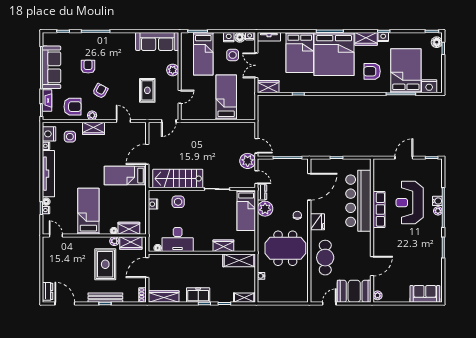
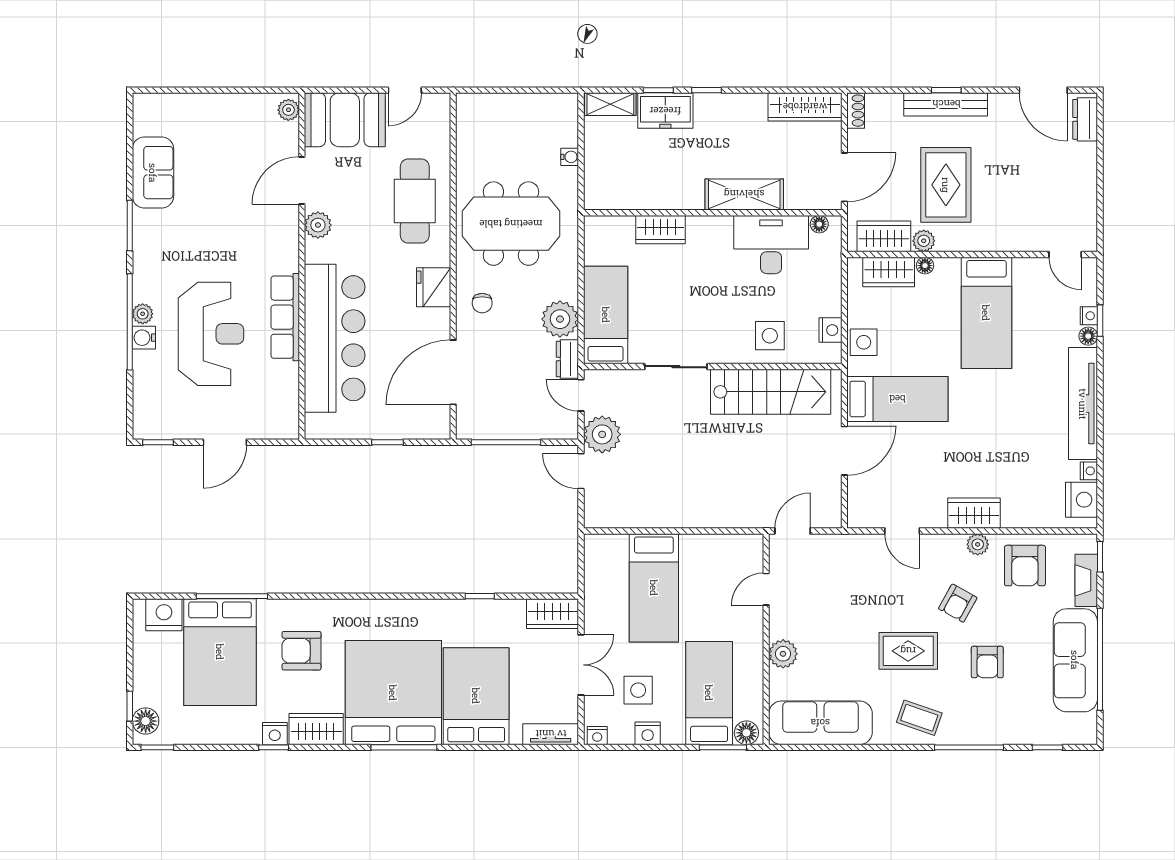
floor lamp: (240, 37) -> (746, 733), moved
coffee table: (116, 44) -> (919, 718), added
armchair: (372, 71) -> (302, 651), turned 180
rug: (147, 90) -> (908, 651), moved, turned 90
armchair: (72, 107) -> (1025, 566), turned -90
side table: (70, 137) -> (864, 342), moved
plant: (365, 248) -> (318, 225), added
shelving: (239, 260) -> (744, 194), moved
sofa: (425, 294) -> (153, 173), moved, turned -90
freezer: (198, 295) -> (665, 111), moved

